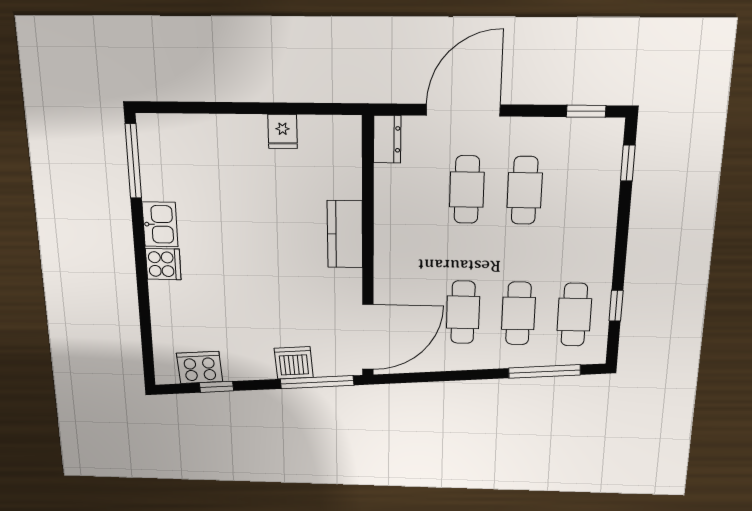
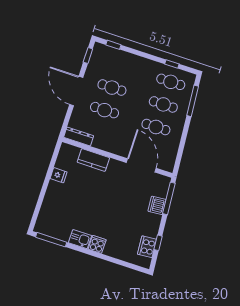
door: (463, 110) -> (76, 91), moved
dresser: (387, 139) -> (79, 136), width x1.44
kitchen counter: (345, 234) -> (93, 160), moved
door: (368, 337) -> (141, 165), moved

